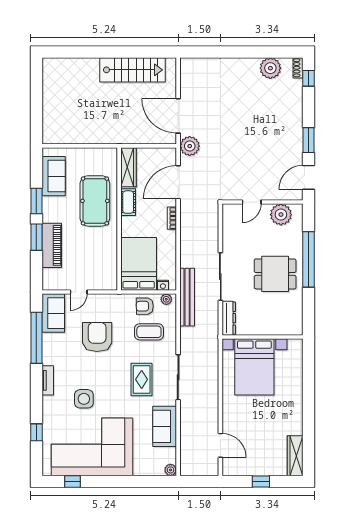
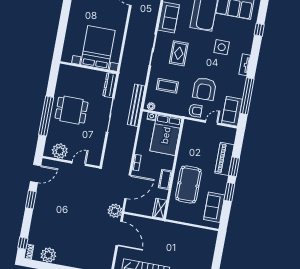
wardrobe: (128, 167) -> (160, 208), width x0.67
armchair: (145, 306) -> (195, 111), moved

